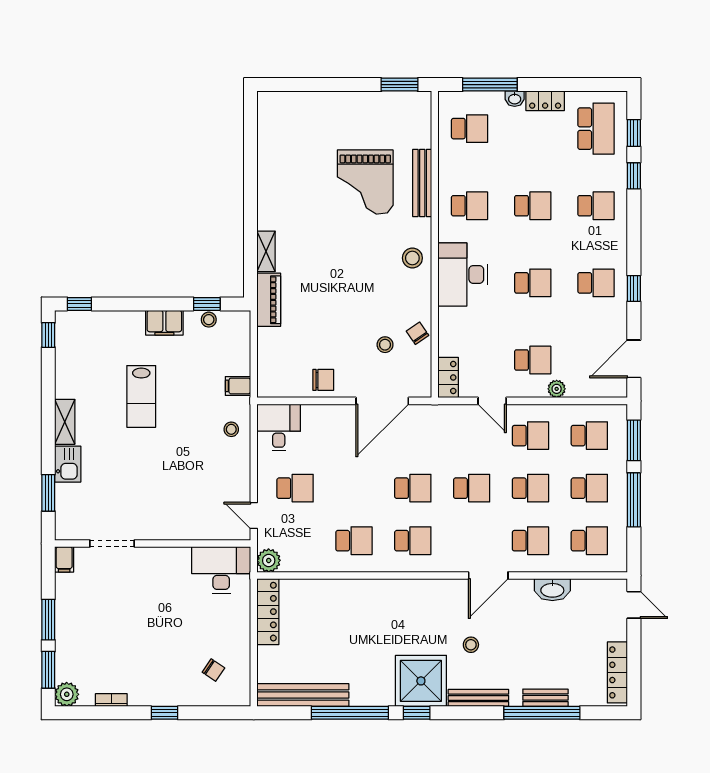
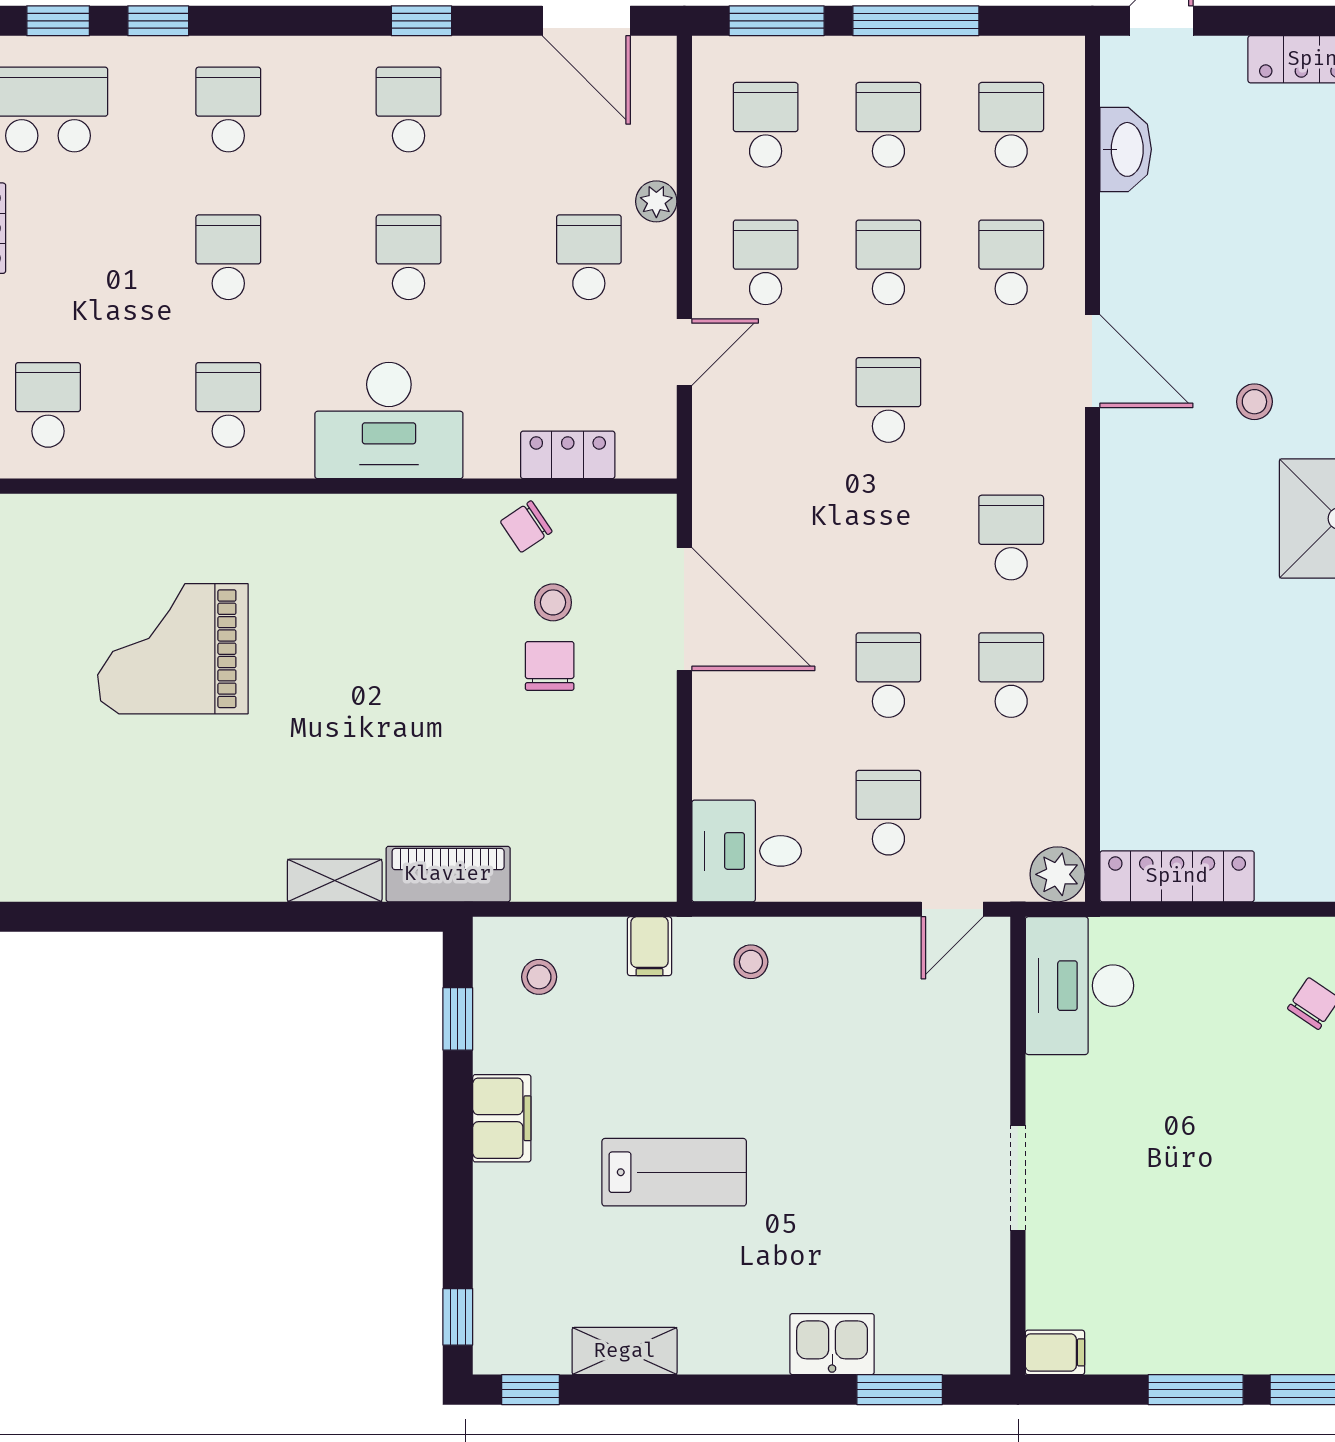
grand piano: (365, 182) -> (173, 649), turned 180
bench: (422, 183) -> (175, 516), removed
stool: (412, 258) -> (350, 538), removed
stool: (209, 320) -> (539, 977), moved
locker: (448, 377) -> (568, 455), moved
chair: (323, 380) -> (550, 666), moved
shelving: (65, 422) -> (625, 1351), moved
school desk: (413, 488) -> (888, 675), moved
doorway: (112, 544) -> (1018, 1178), moved
washbasin: (552, 590) -> (1126, 149), moved

